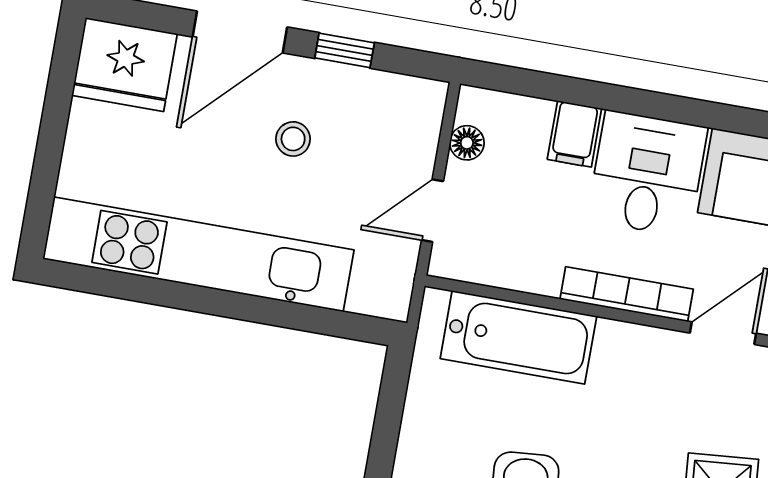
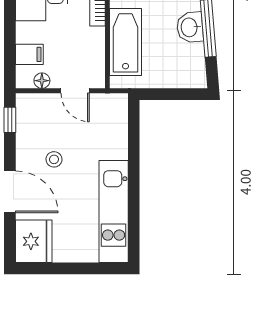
window: (345, 50) -> (10, 120), moved
filing cabinet: (574, 134) -> (29, 54), moved
kitchen unit: (198, 254) -> (114, 212), width x0.73

